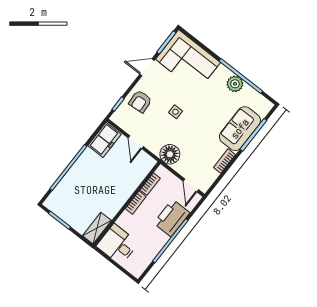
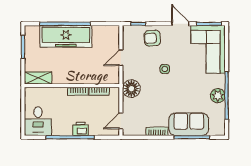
freezer: (105, 140) -> (66, 36), moved, width x1.91, depth x1.26
printer: (172, 218) -> (80, 129), width x0.53, depth x0.68
desk: (118, 244) -> (38, 121), moved, turned 180

